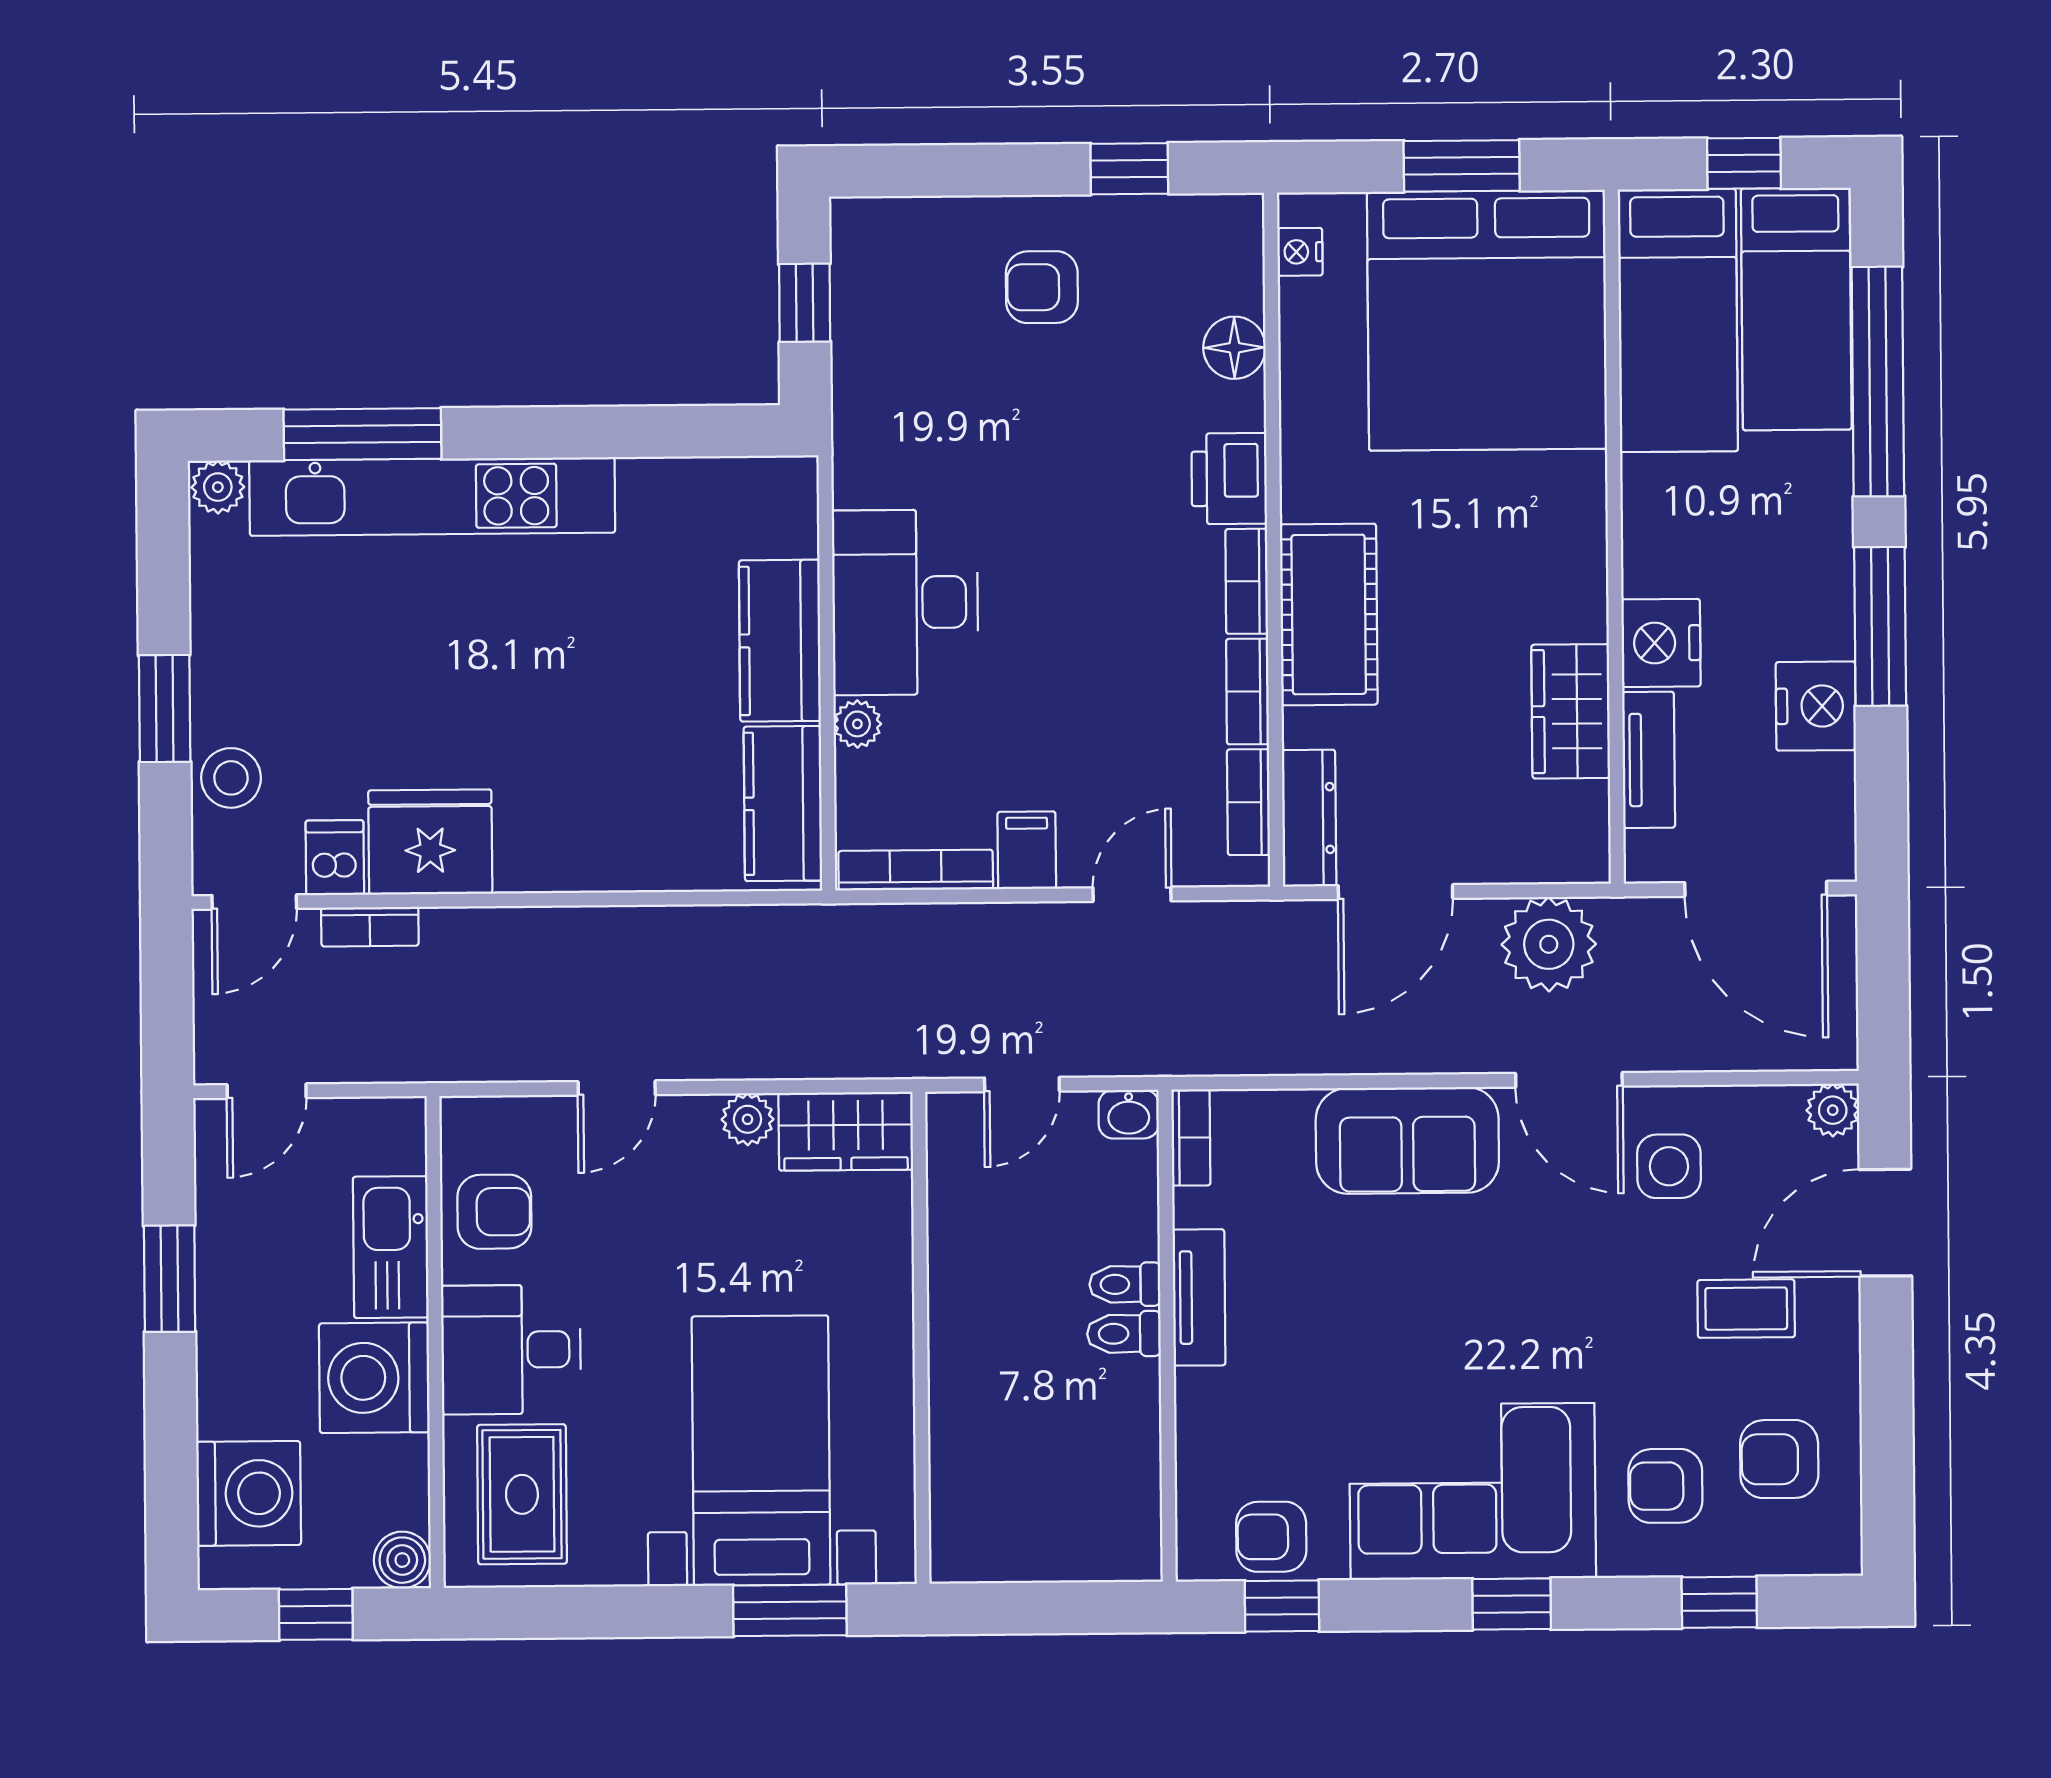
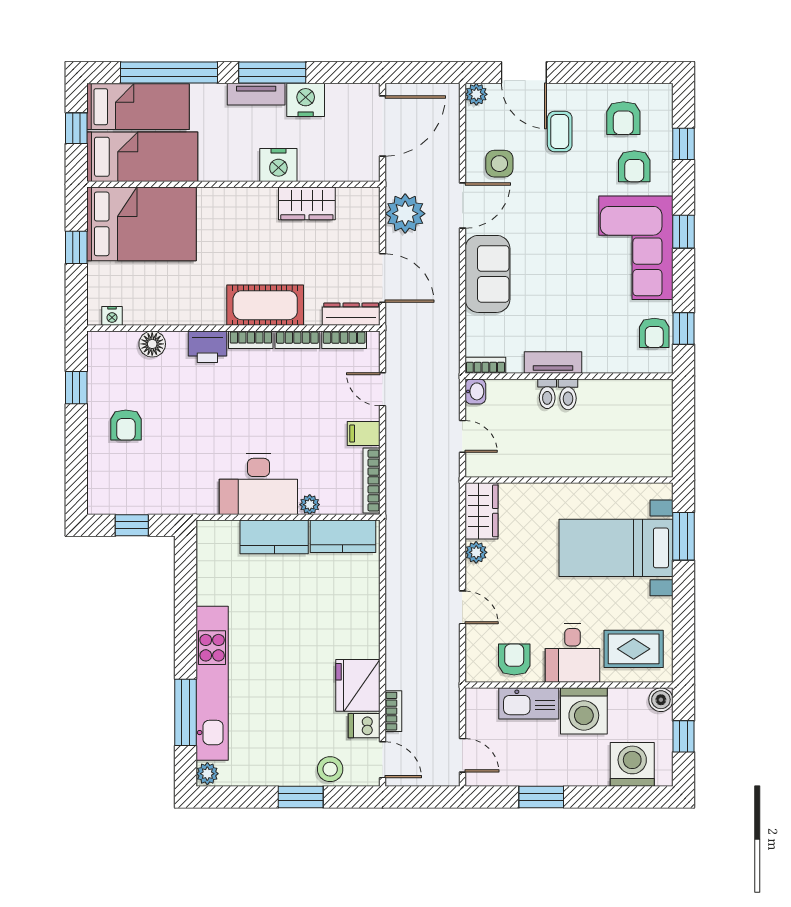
window: (1462, 166) -> (76, 247), width x0.67
bed: (1487, 320) -> (142, 224), width x0.73
tv unit: (1649, 760) -> (256, 94), moved, turned 180

